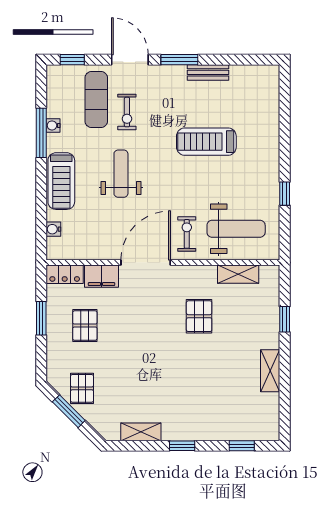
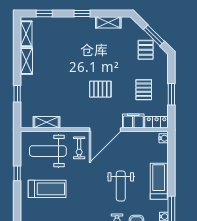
treadmill: (206, 142) -> (47, 189), moved
water cooler: (53, 229) -> (164, 138), moved
pallet: (199, 316) -> (100, 89), moved, turned 90
shelving: (270, 414) -> (26, 34), added

